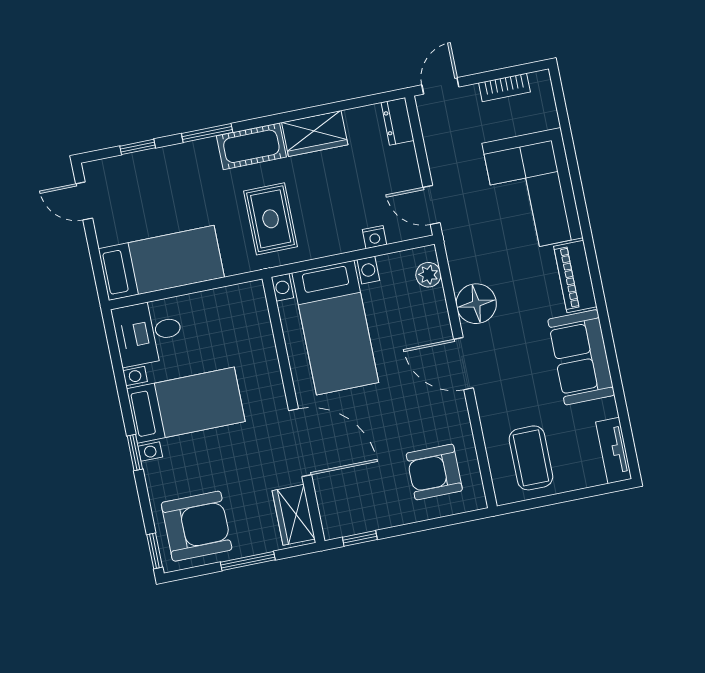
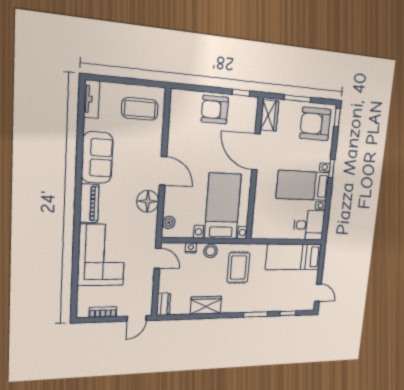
cot: (251, 146) -> (237, 304), removed
stool: (335, 239) -> (211, 251), added
coffee table: (531, 458) -> (140, 109), turned 90
armchair: (434, 472) -> (215, 110), moved, turned 180

